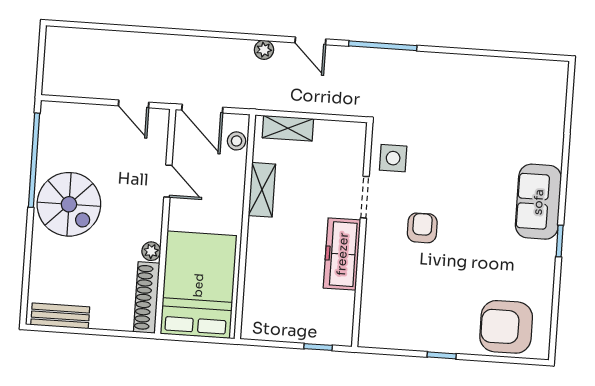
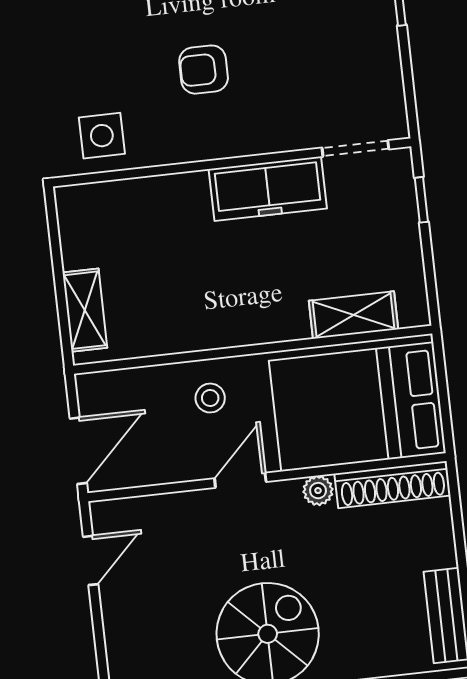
stool: (237, 141) -> (210, 398), moved
door: (168, 181) -> (240, 480), moved
shelving: (262, 190) -> (354, 315), moved
doorway: (365, 197) -> (355, 149), moved

